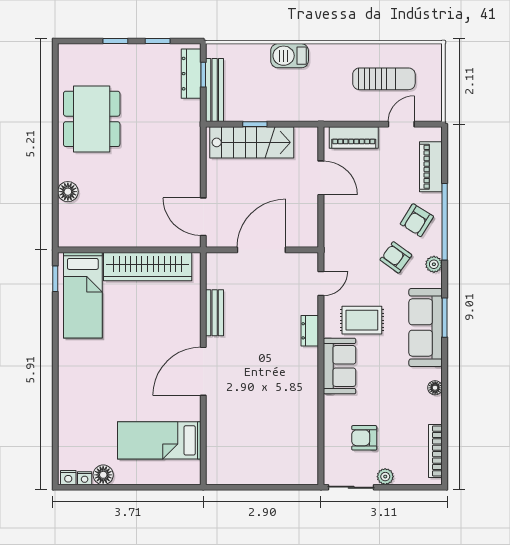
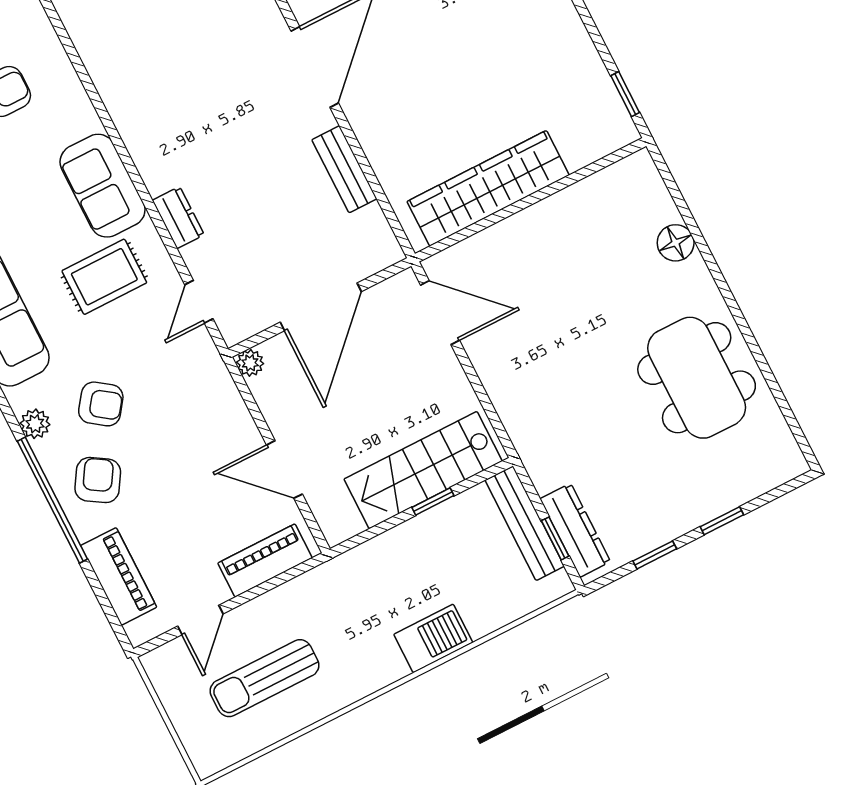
plant: (311, 240) -> (250, 363), added
bed: (83, 295) -> (568, 90), removed

